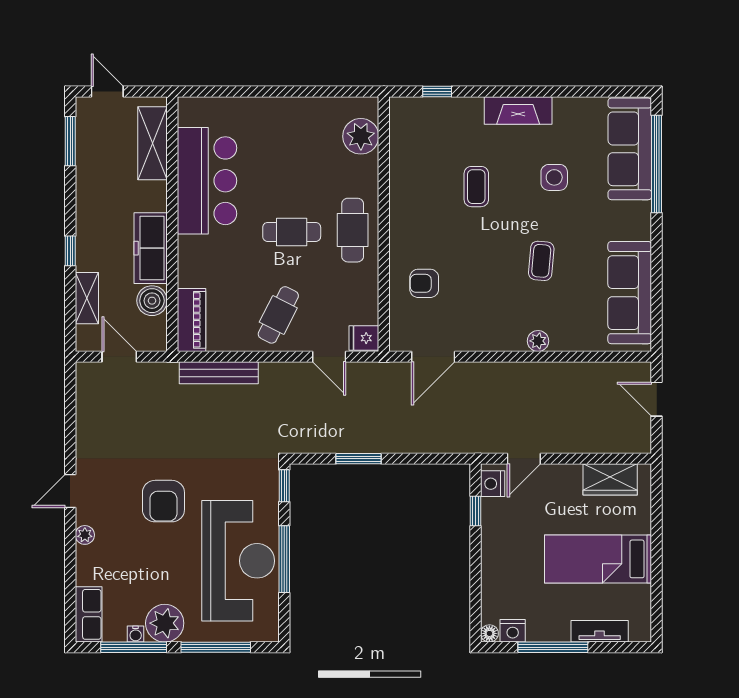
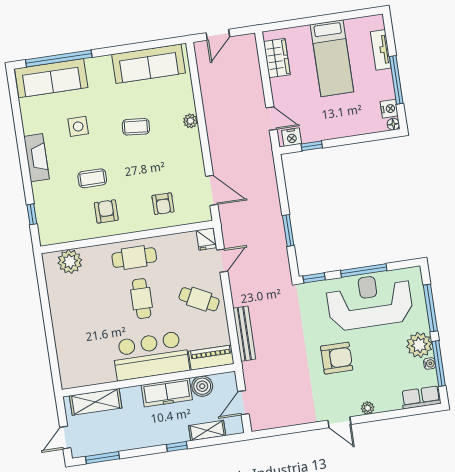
bar counter: (207, 181) -> (151, 356), moved
armchair: (425, 200) -> (106, 211), added

